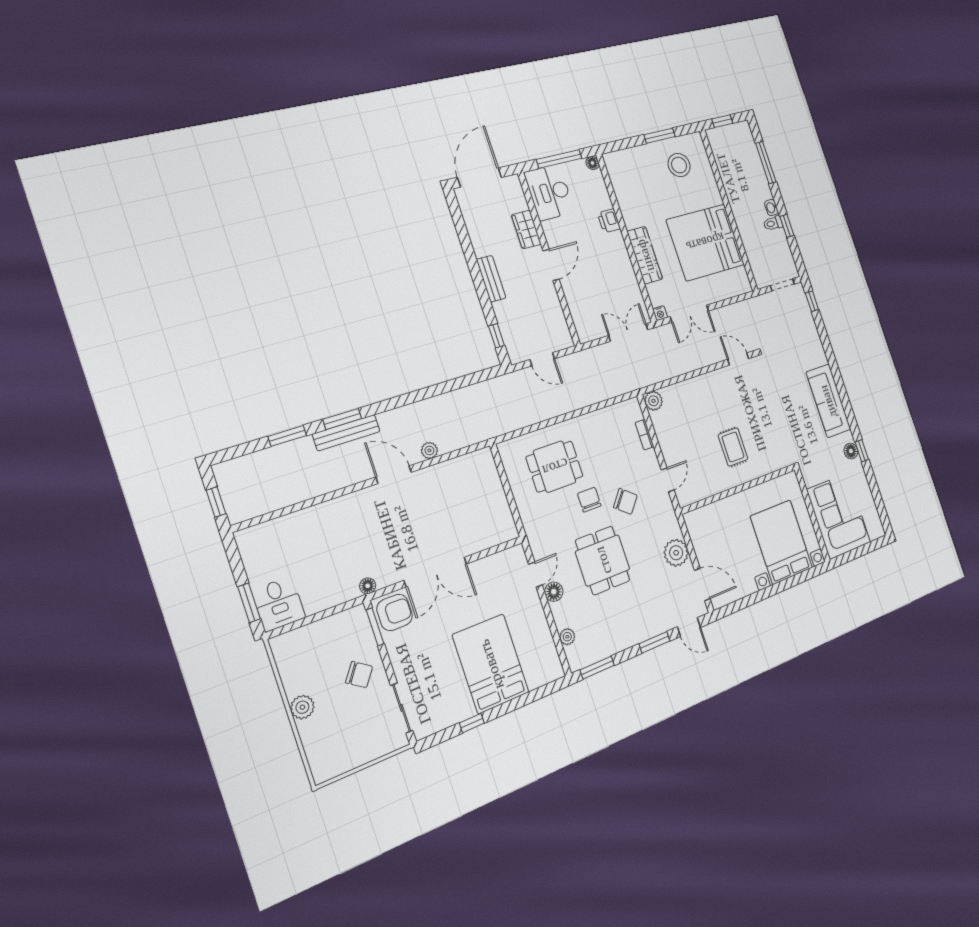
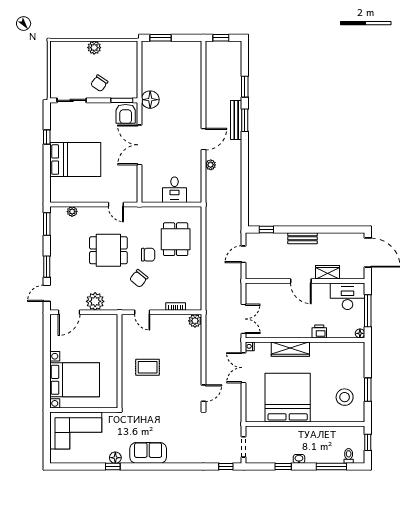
toilet: (773, 223) -> (349, 456), moved
sofa: (828, 401) -> (148, 453), width x0.73
floor lamp: (368, 586) -> (150, 100), width x1.89, depth x1.89
floor lamp: (554, 592) -> (102, 212), removed
desk: (279, 604) -> (174, 190), moved, turned -90

